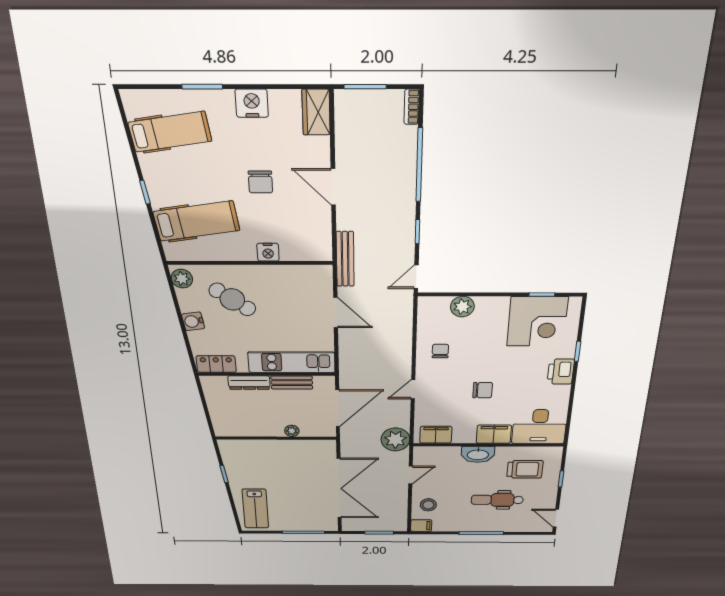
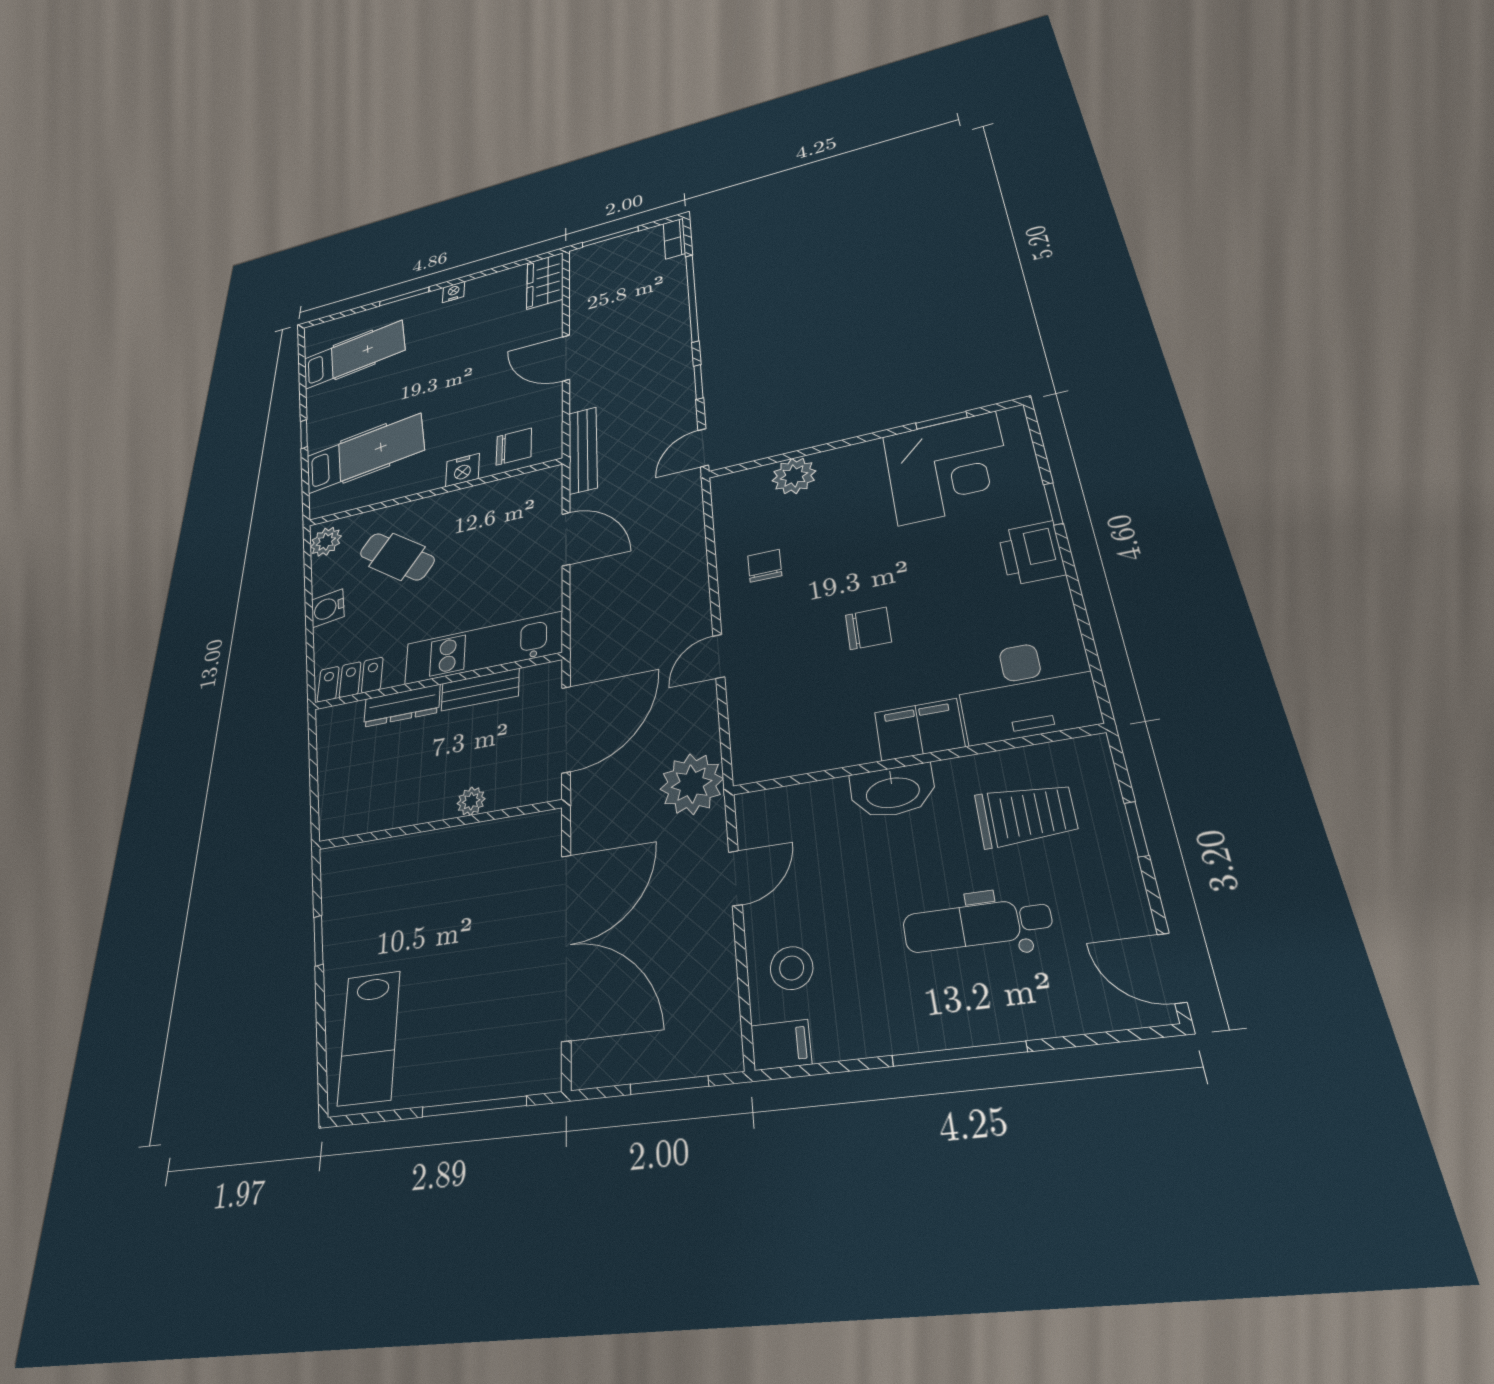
nightstand: (252, 103) -> (454, 292), width x0.53, depth x0.56
chair: (260, 182) -> (514, 447), moved, turned -90
filing cabinet: (436, 435) -> (782, 755), removed

